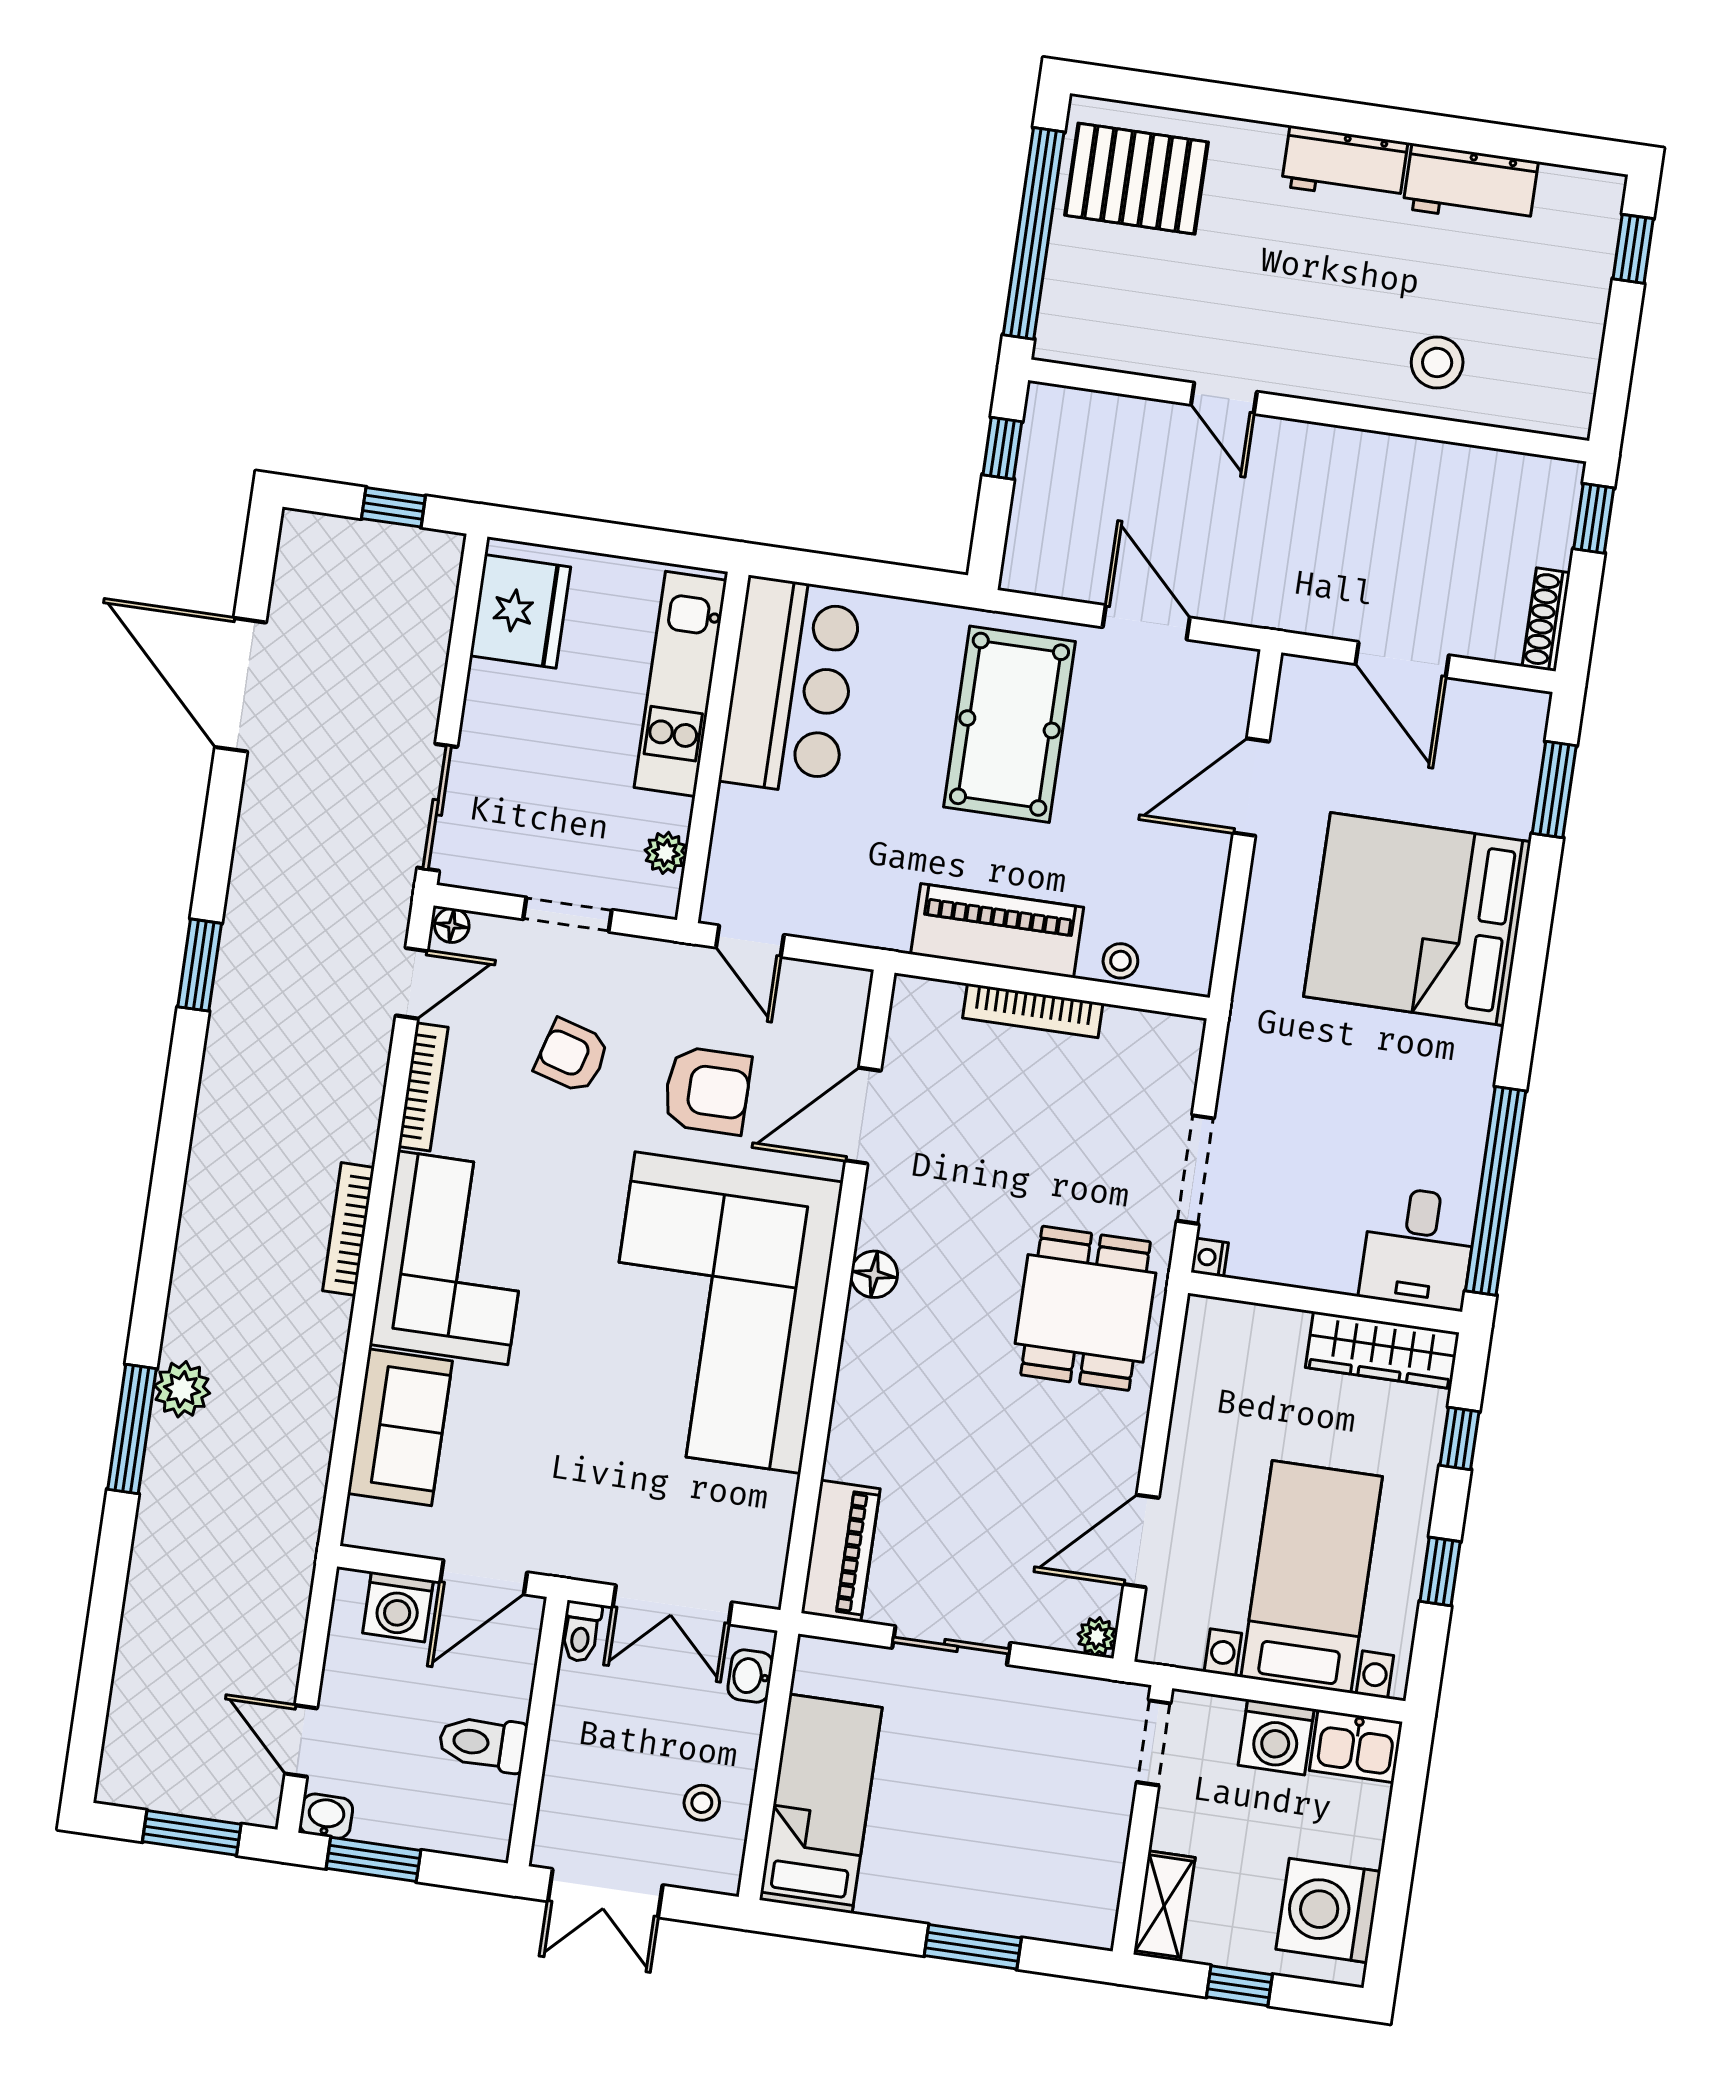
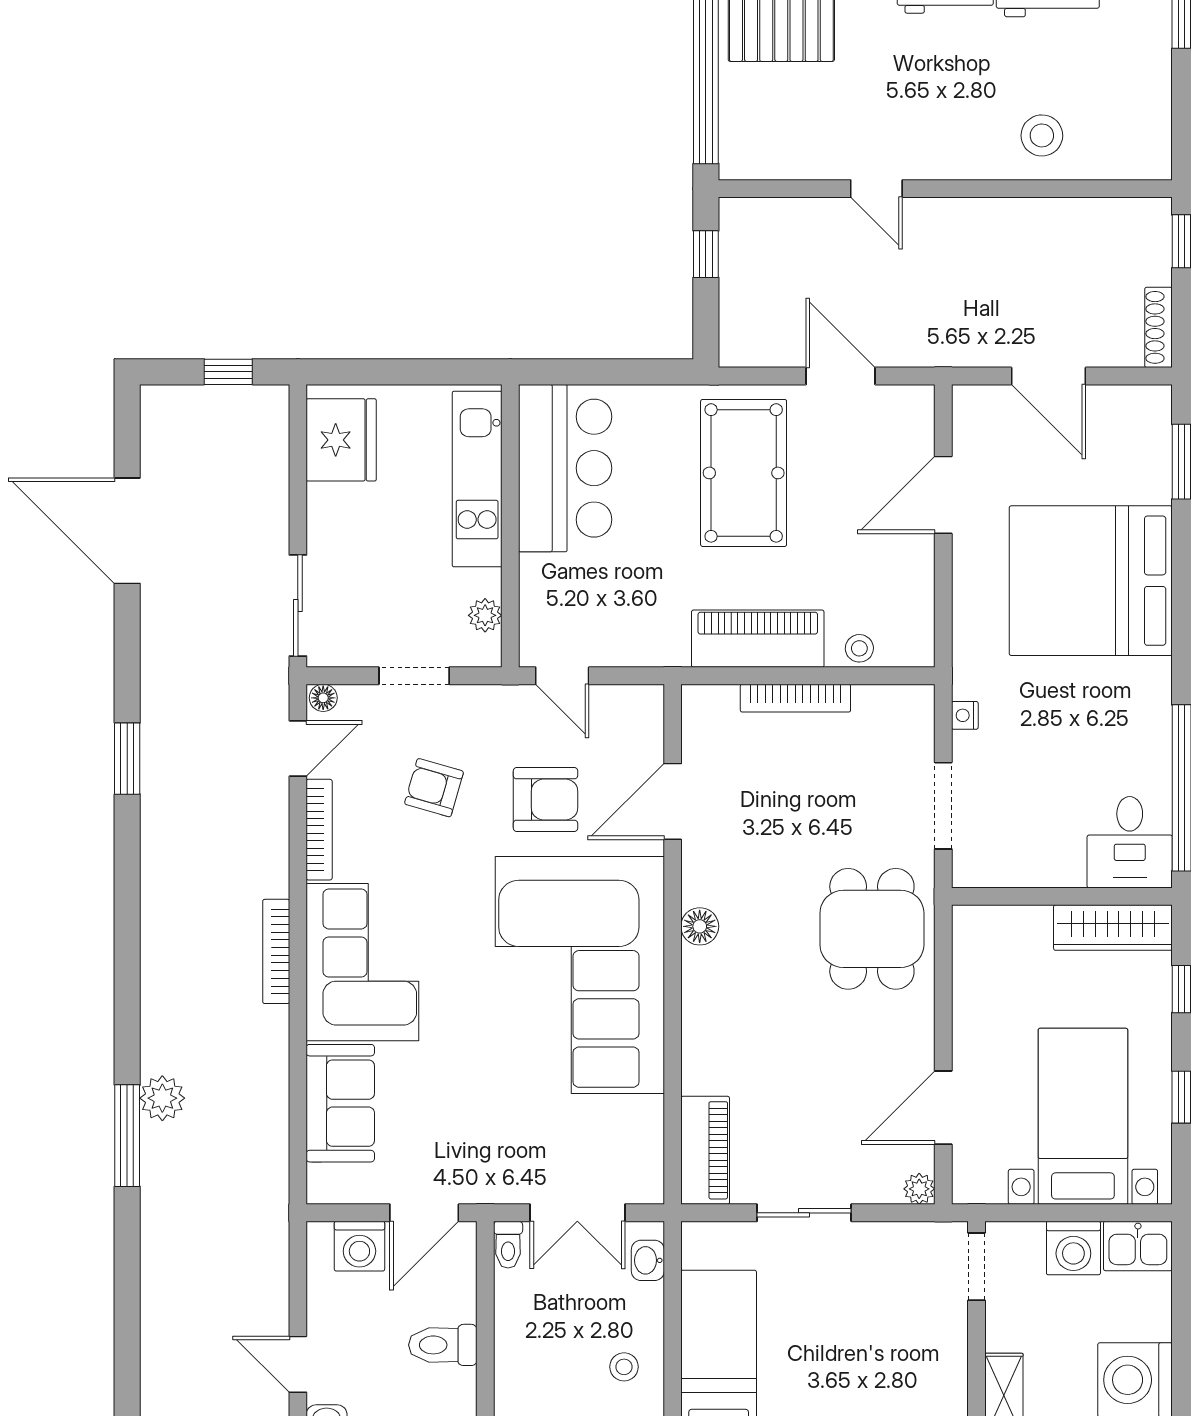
nightstand: (1210, 1257) -> (965, 715), moved

